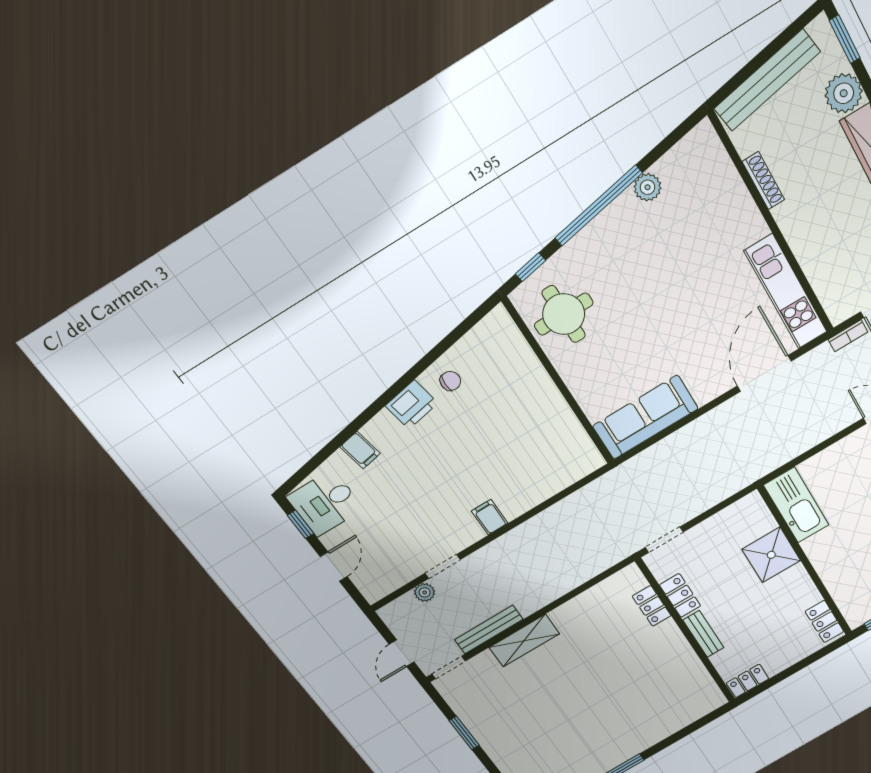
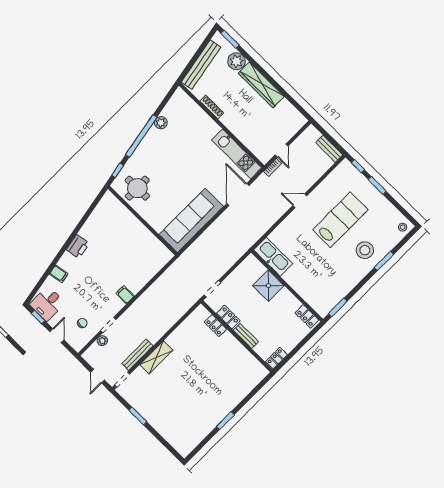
chair: (450, 381) -> (82, 323), moved
sofa: (645, 417) -> (191, 220), width x1.36, depth x1.27

